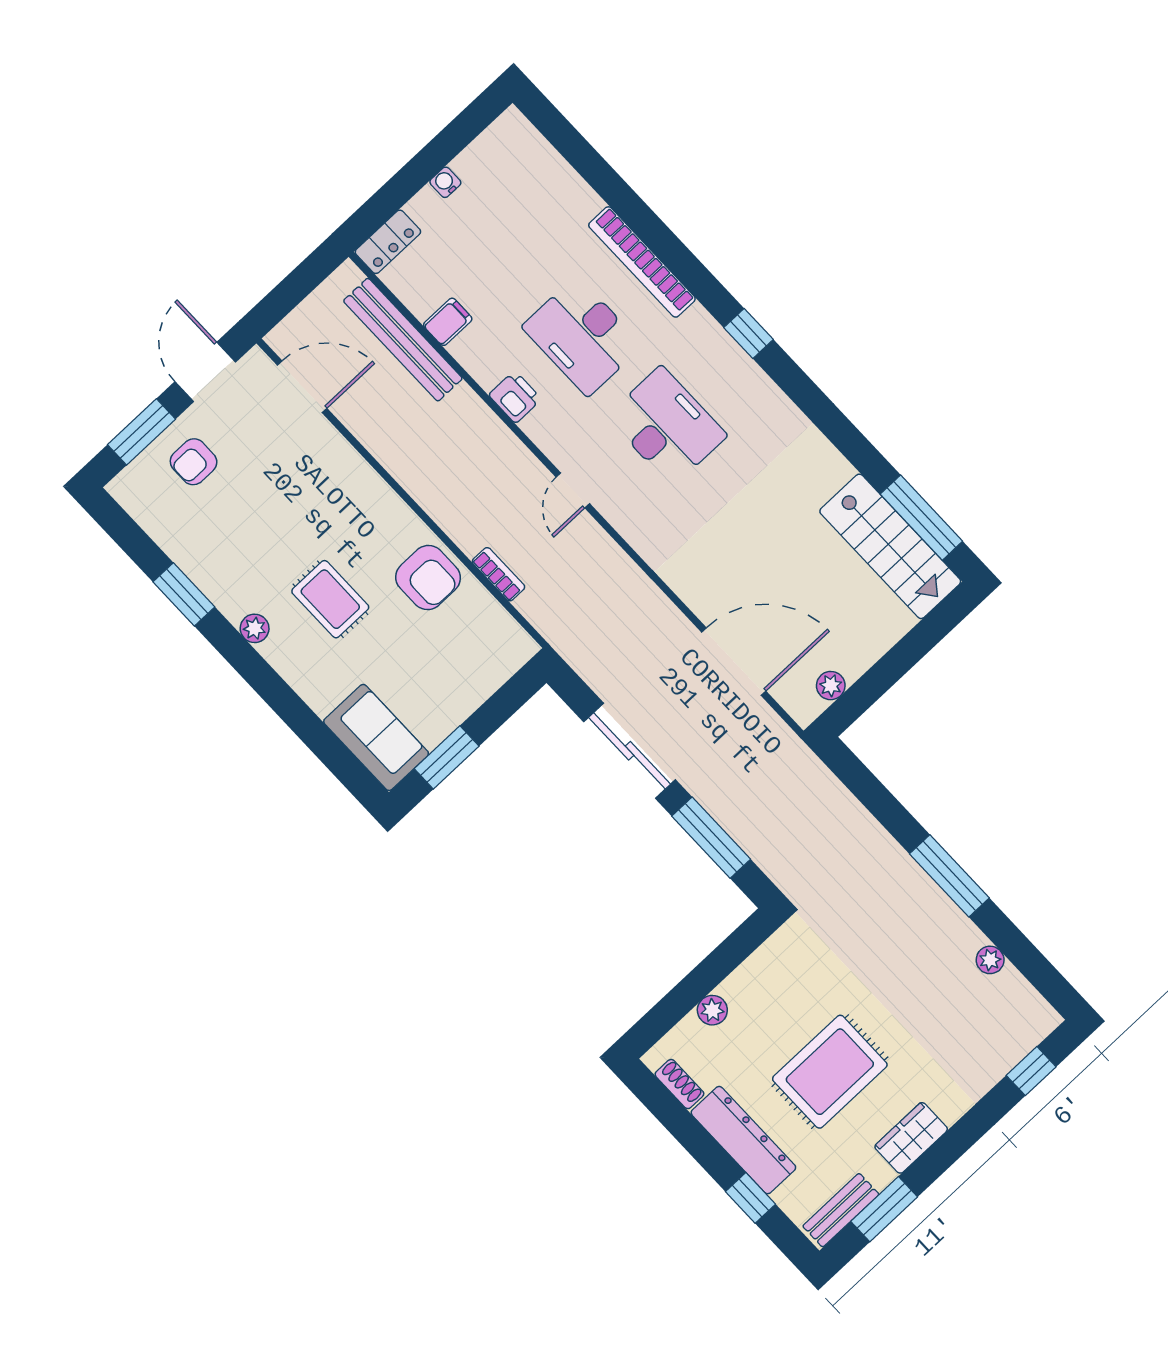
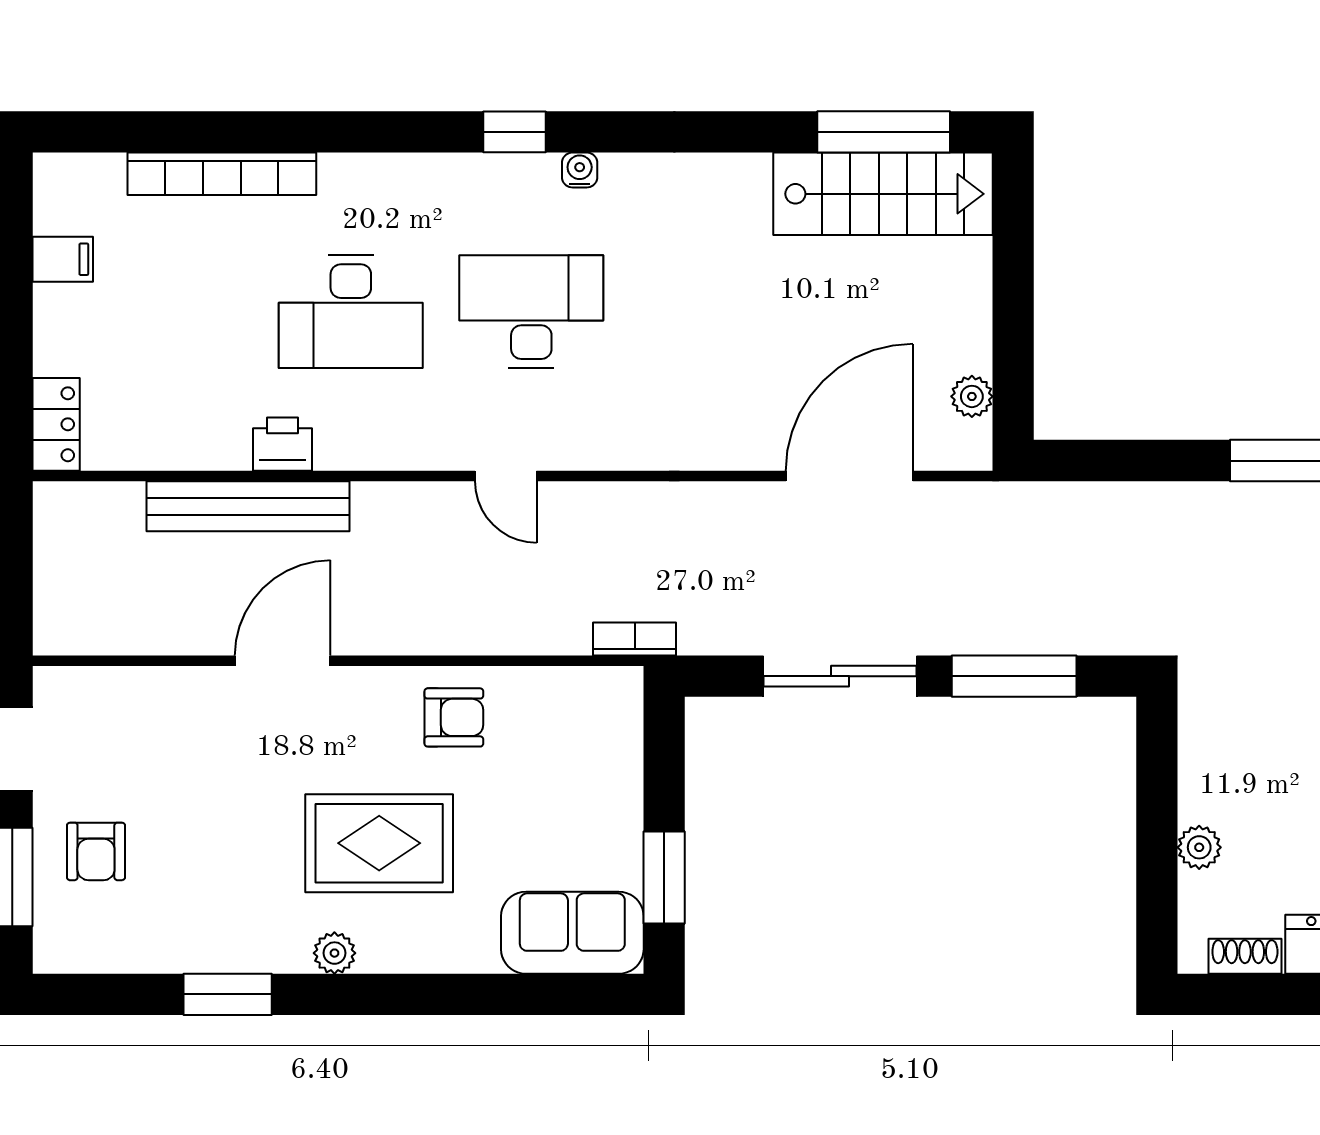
water cooler: (445, 182) -> (580, 170), moved, turned 90
bookcase: (642, 262) -> (222, 174), moved
filing cabinet: (448, 322) -> (63, 259), moved, turned 90
bench: (403, 340) -> (248, 506), moved
door: (302, 387) -> (283, 661), moved
printer: (515, 397) -> (283, 444), moved
bookcase: (499, 574) -> (635, 639), moved
armchair: (428, 578) -> (454, 717), width x0.72, depth x0.72
rug: (330, 599) -> (379, 843), width x1.36, depth x1.43

